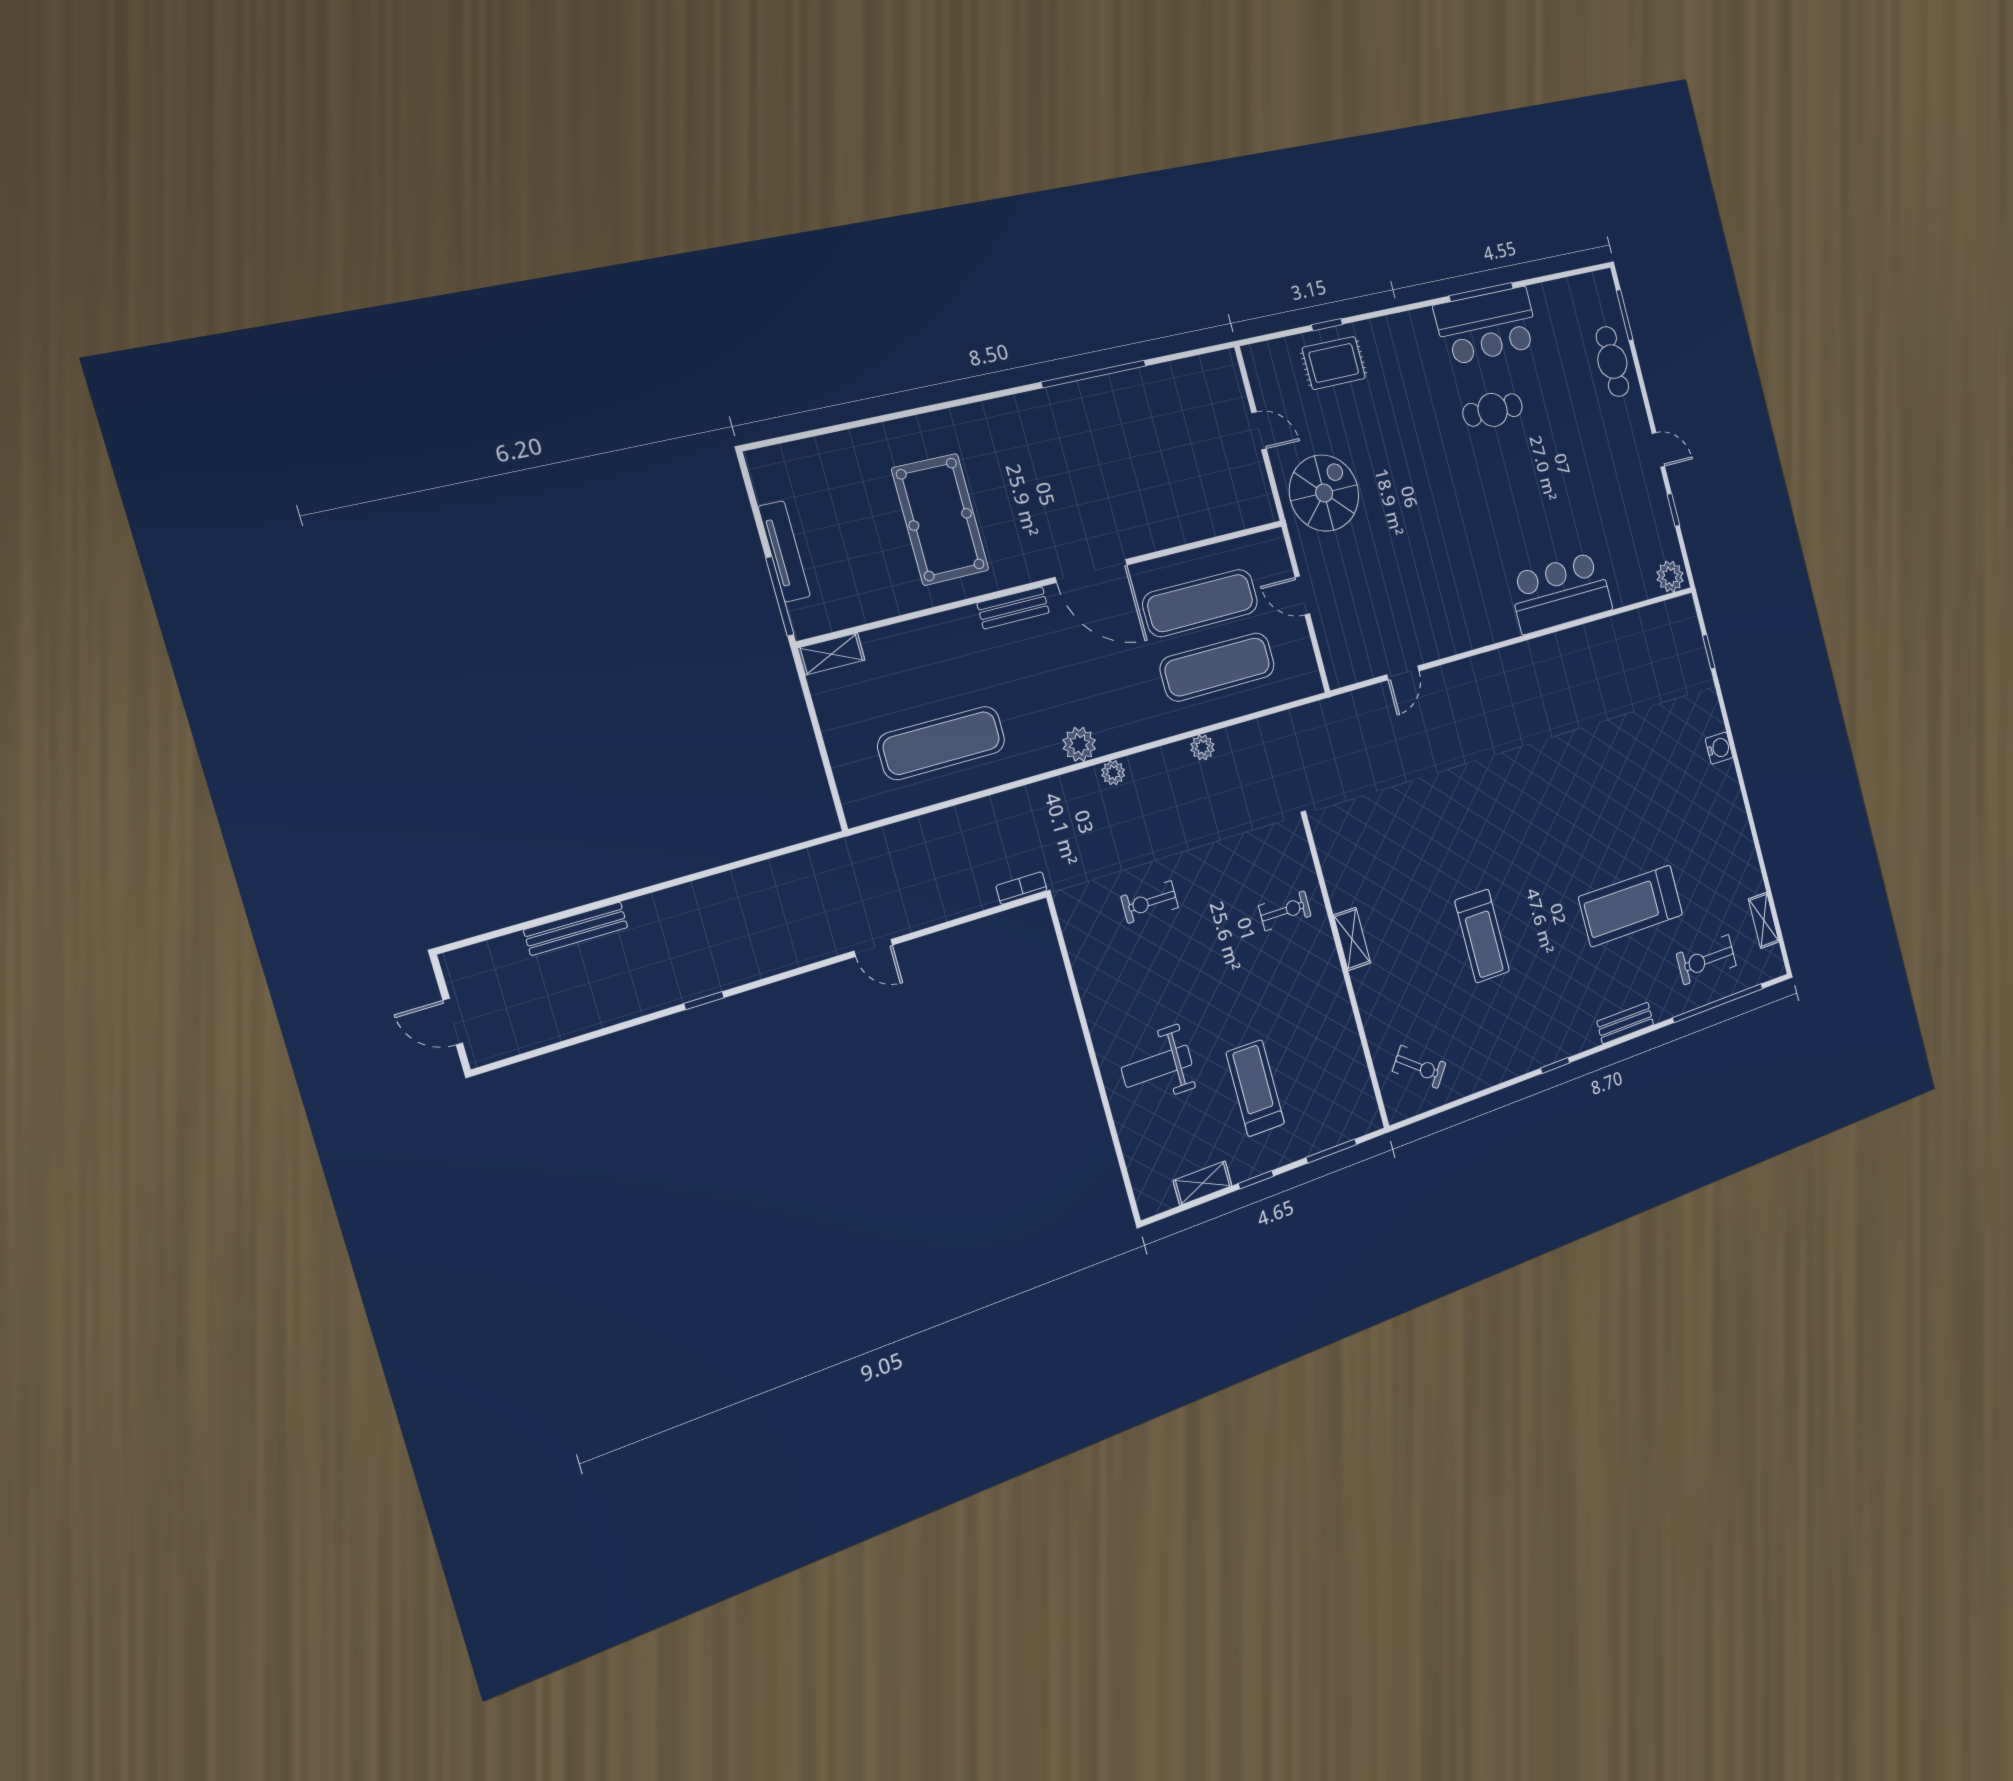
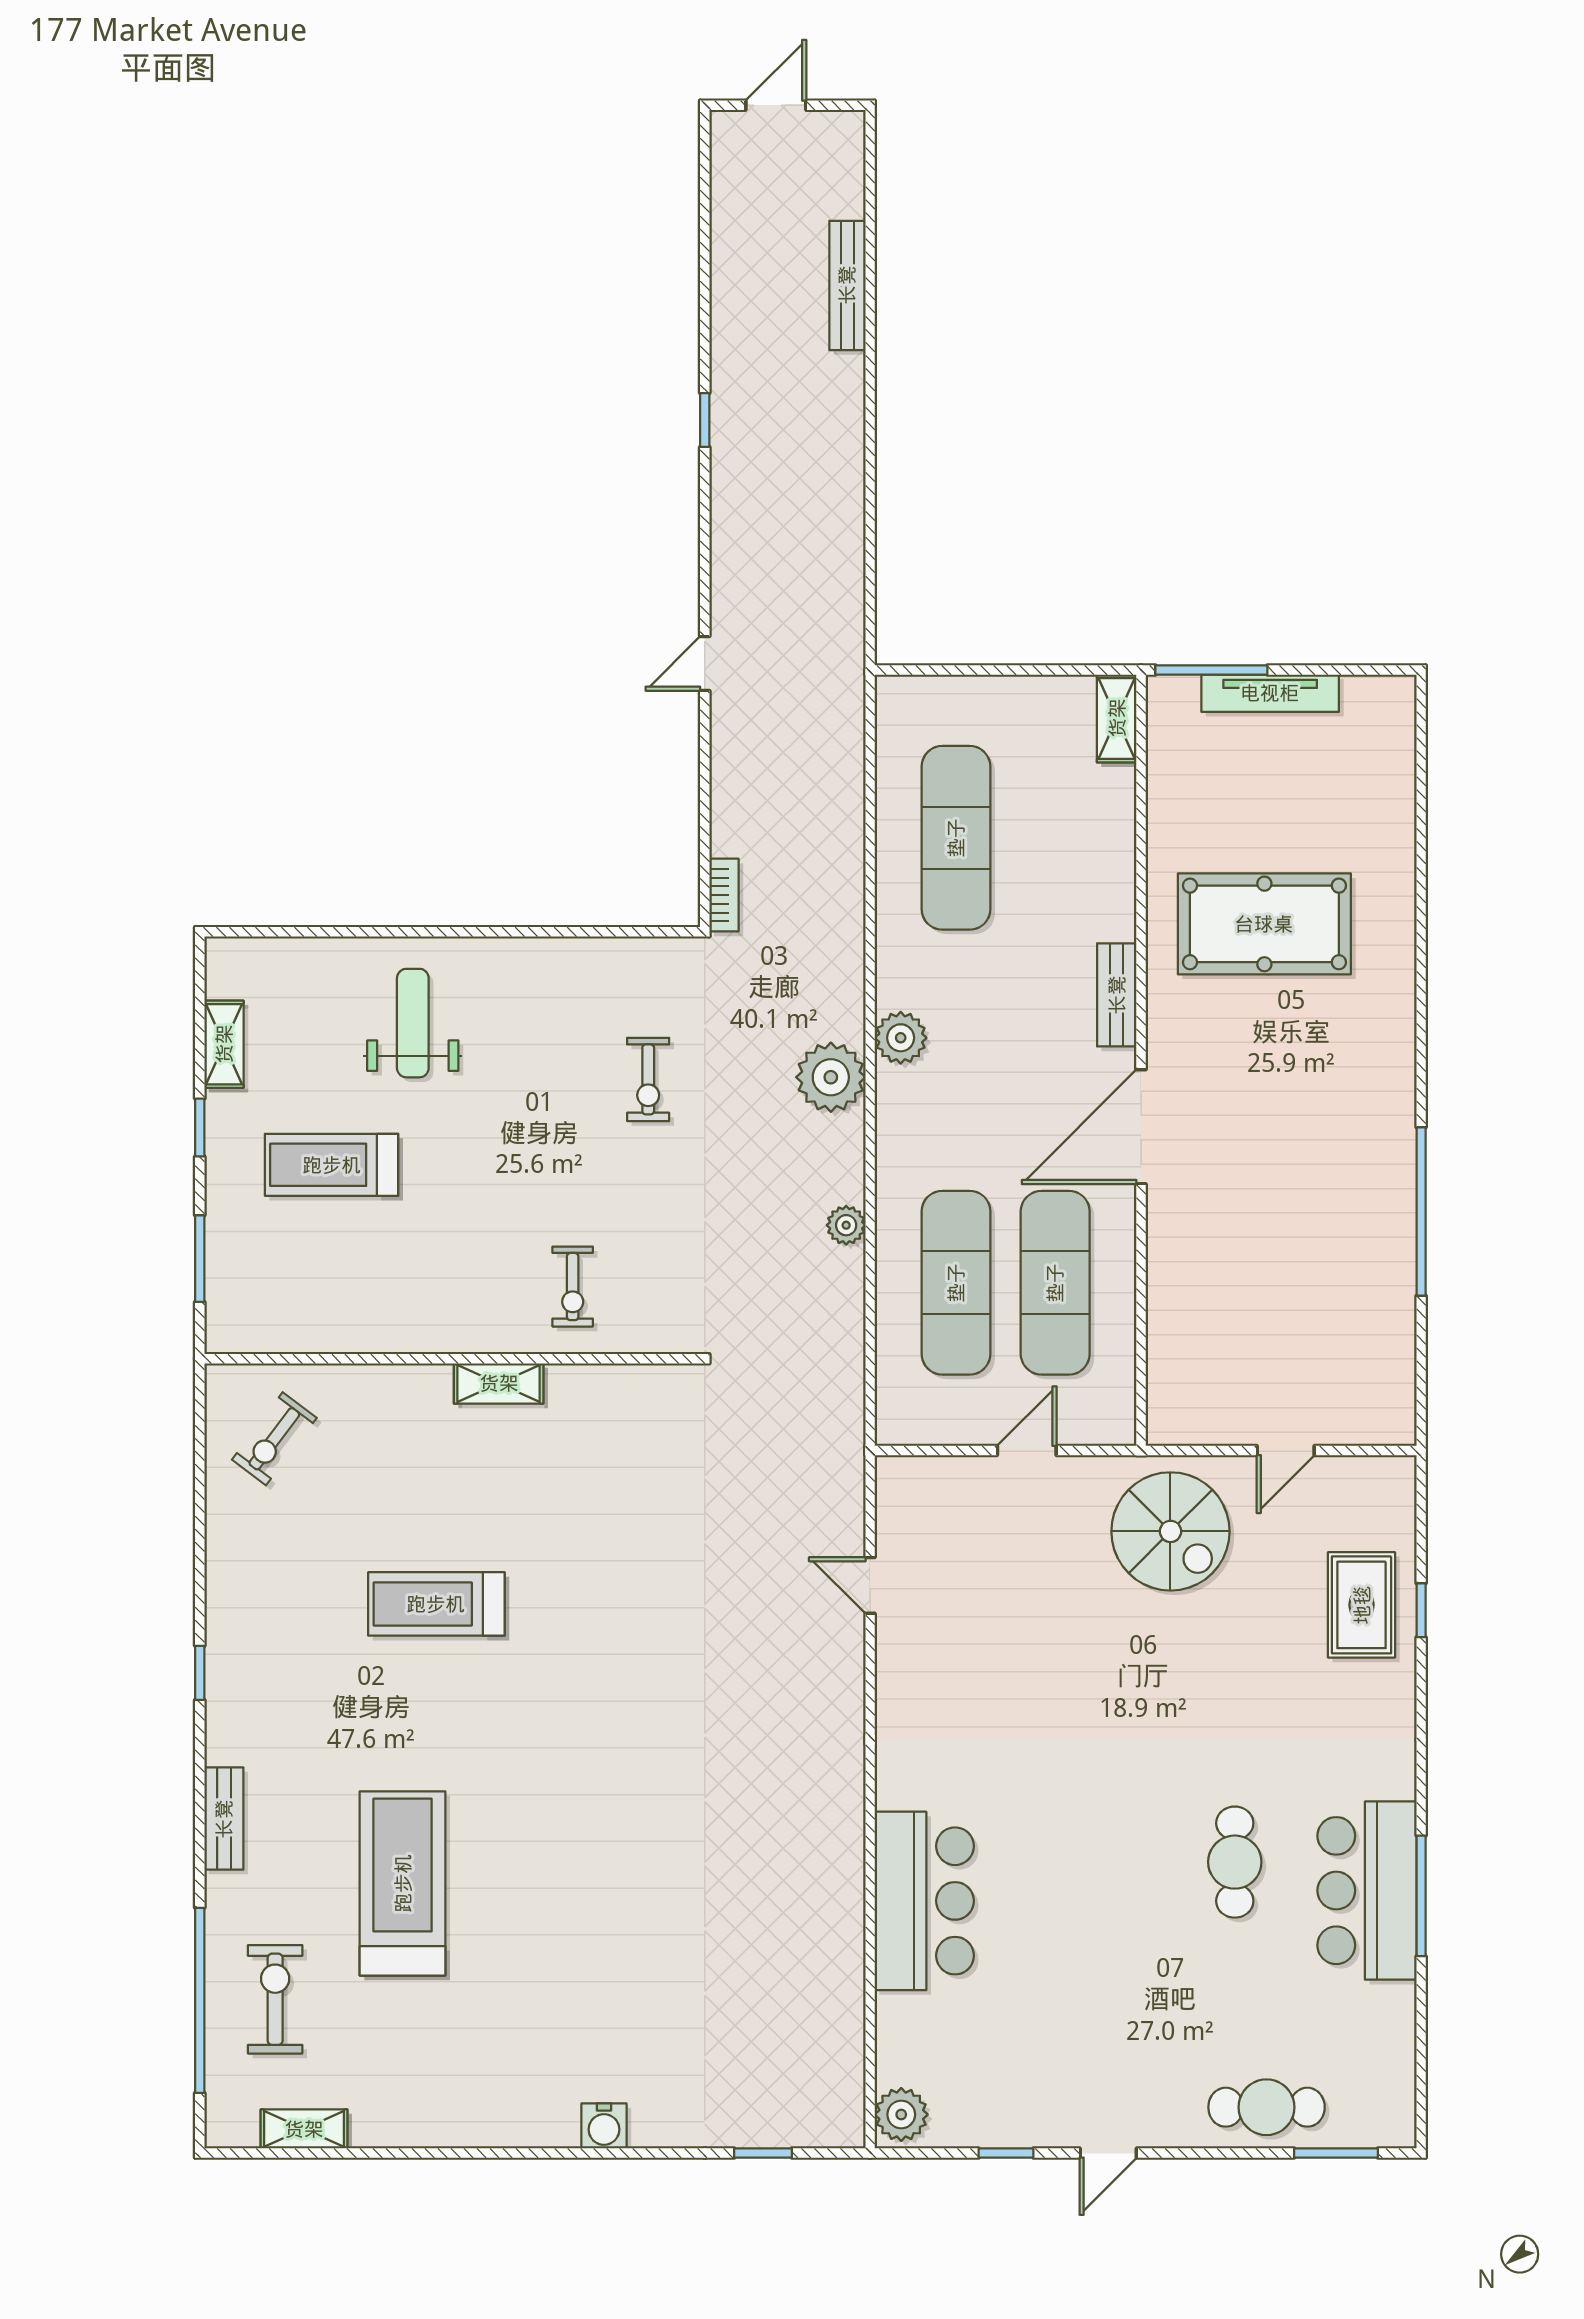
plant: (1113, 773) -> (831, 1077), width x1.87, depth x1.87
exercise bike: (1150, 902) -> (648, 1079), turned 180
treadmill: (1255, 1088) -> (332, 1165), turned 180

